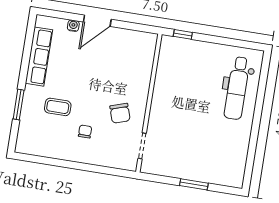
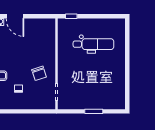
door: (97, 21) -> (15, 16), hinge flipped
dental chair: (237, 88) -> (93, 44), moved, turned -90

